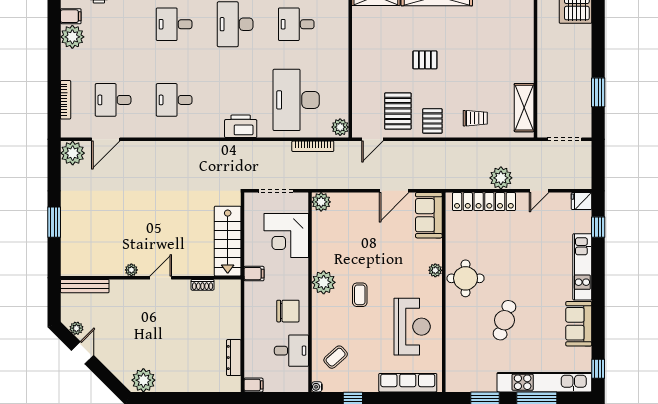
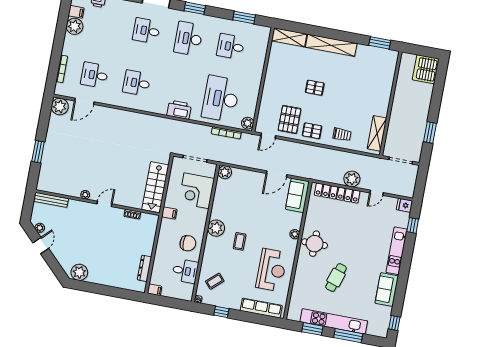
pallet: (432, 121) -> (312, 131), turned 90
kitchen unit: (544, 382) -> (334, 321), moved

